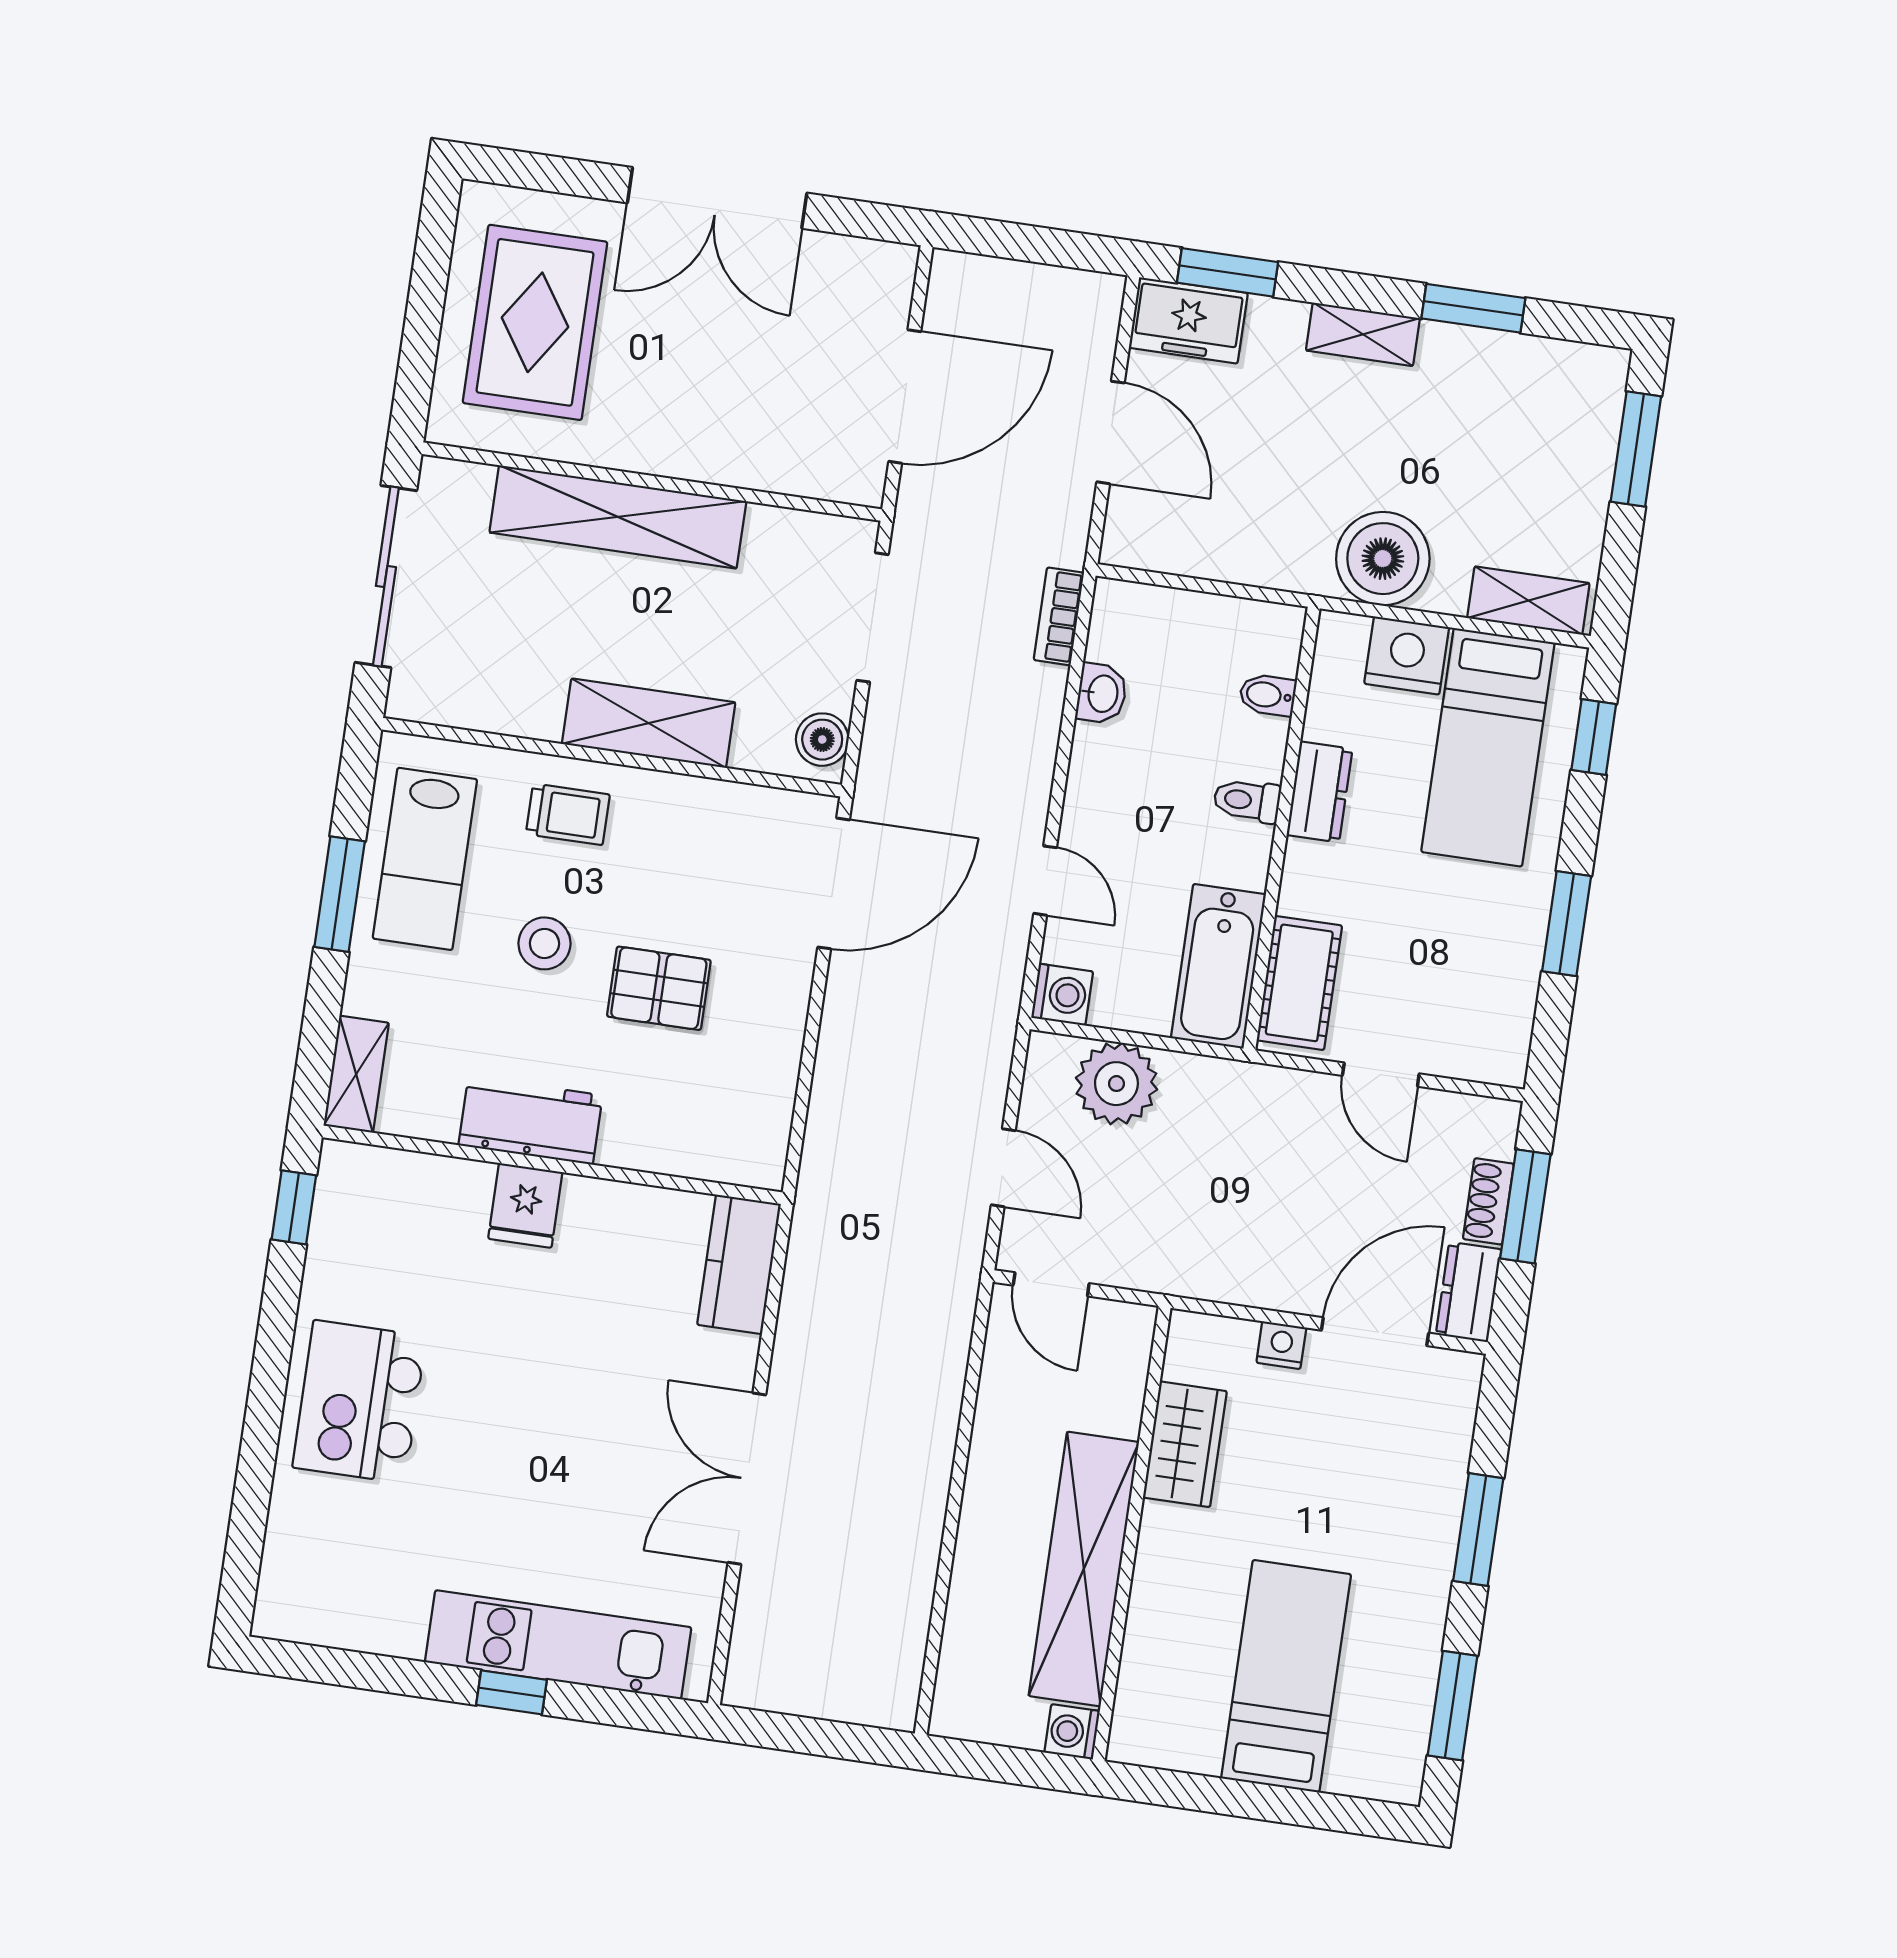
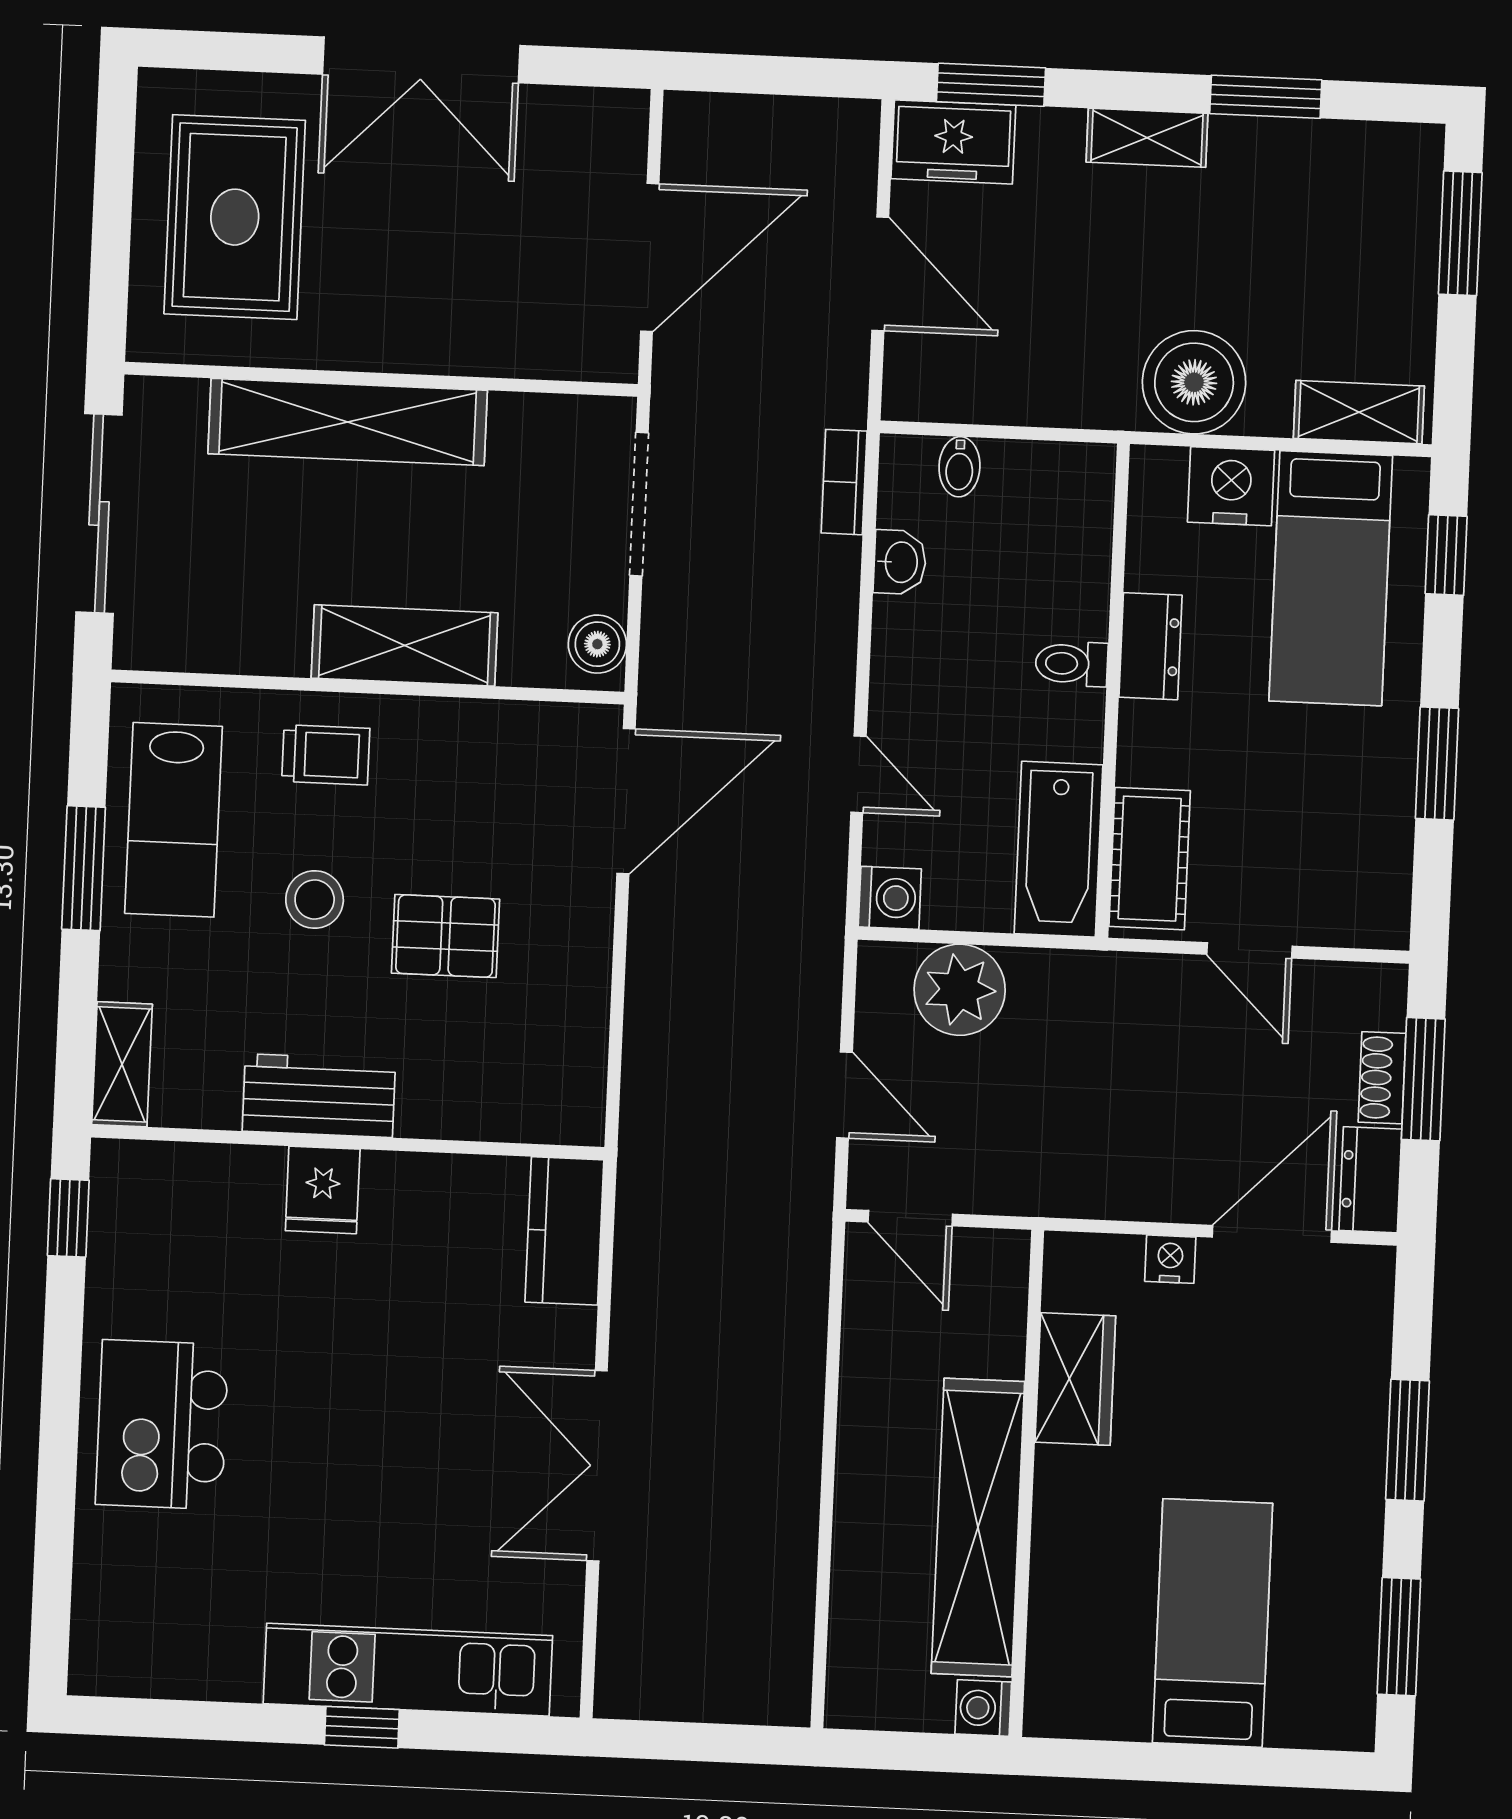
bidet: (1268, 695) -> (959, 467), moved, turned -90

